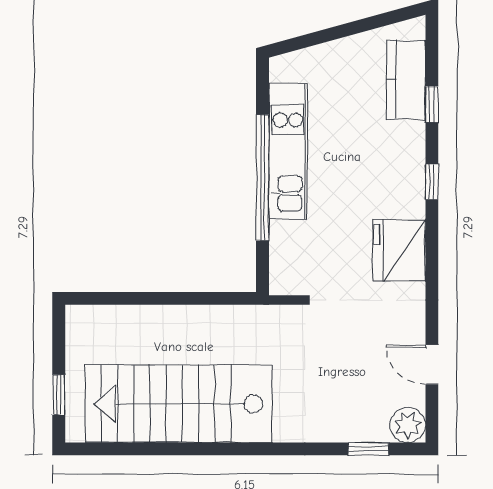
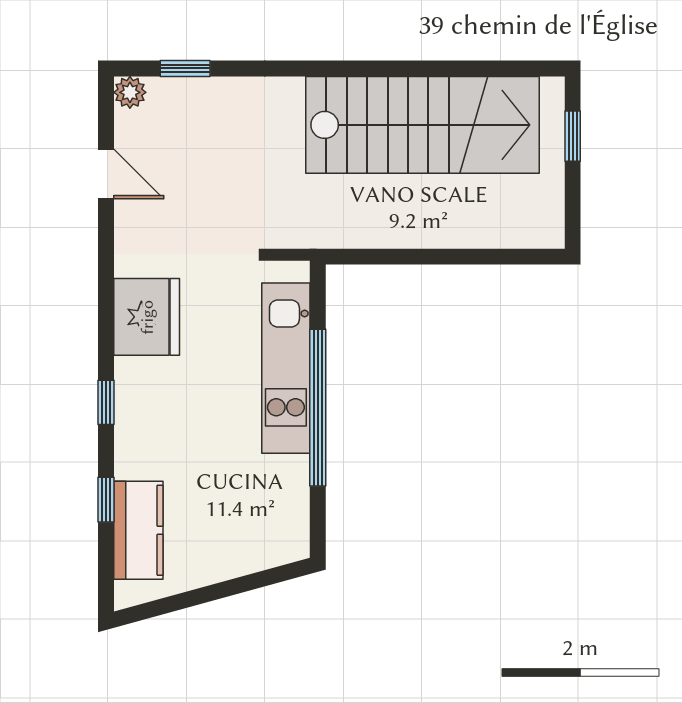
kitchen unit: (288, 151) -> (286, 368), moved
plant: (408, 425) -> (130, 92), width x0.73, depth x0.73

